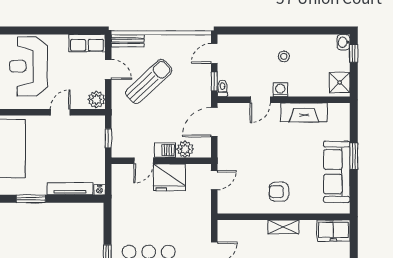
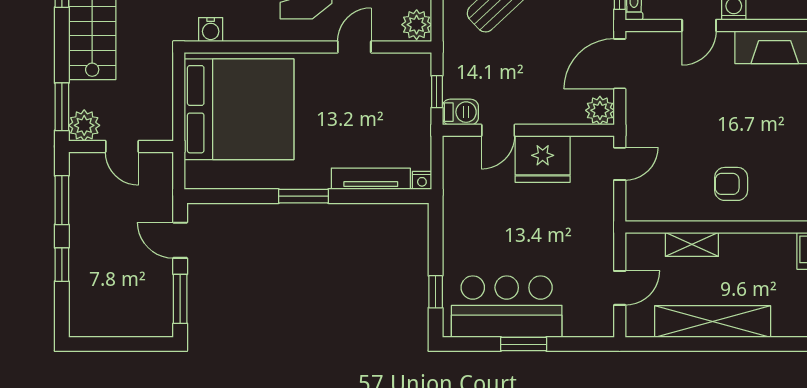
plant: (185, 149) -> (600, 110), moved
barbecue: (165, 150) -> (460, 112), moved
shelving: (283, 227) -> (692, 244), moved

